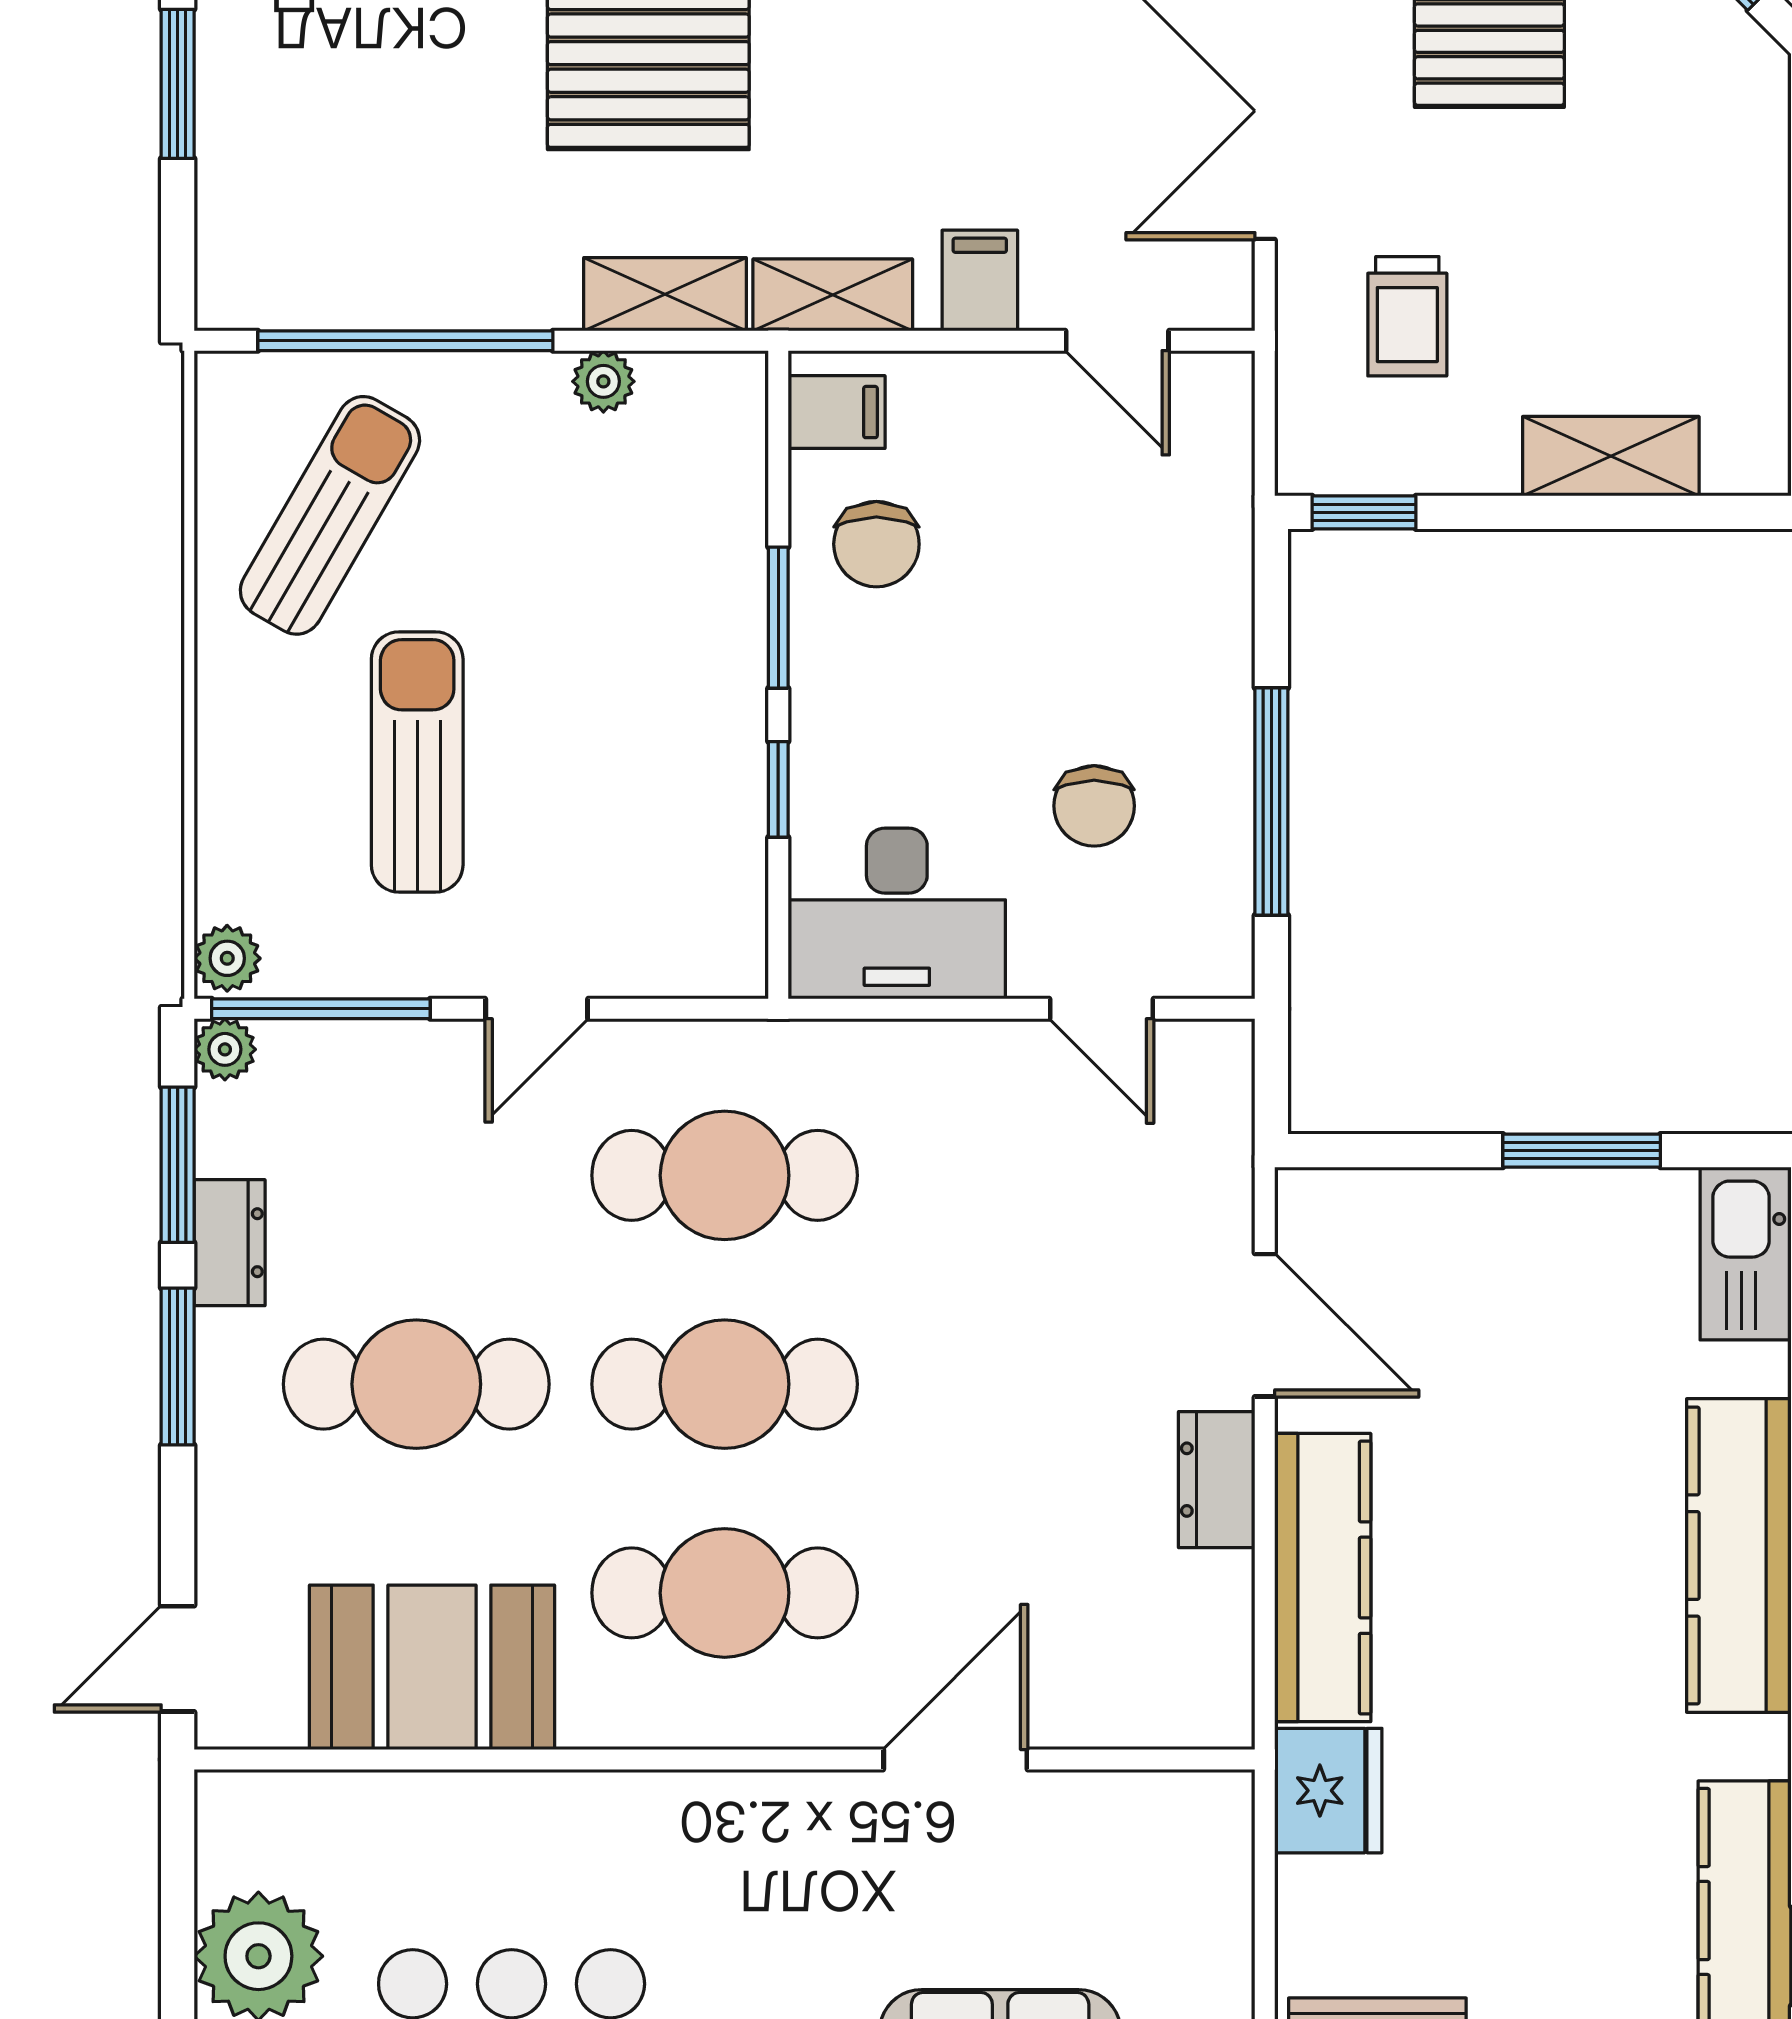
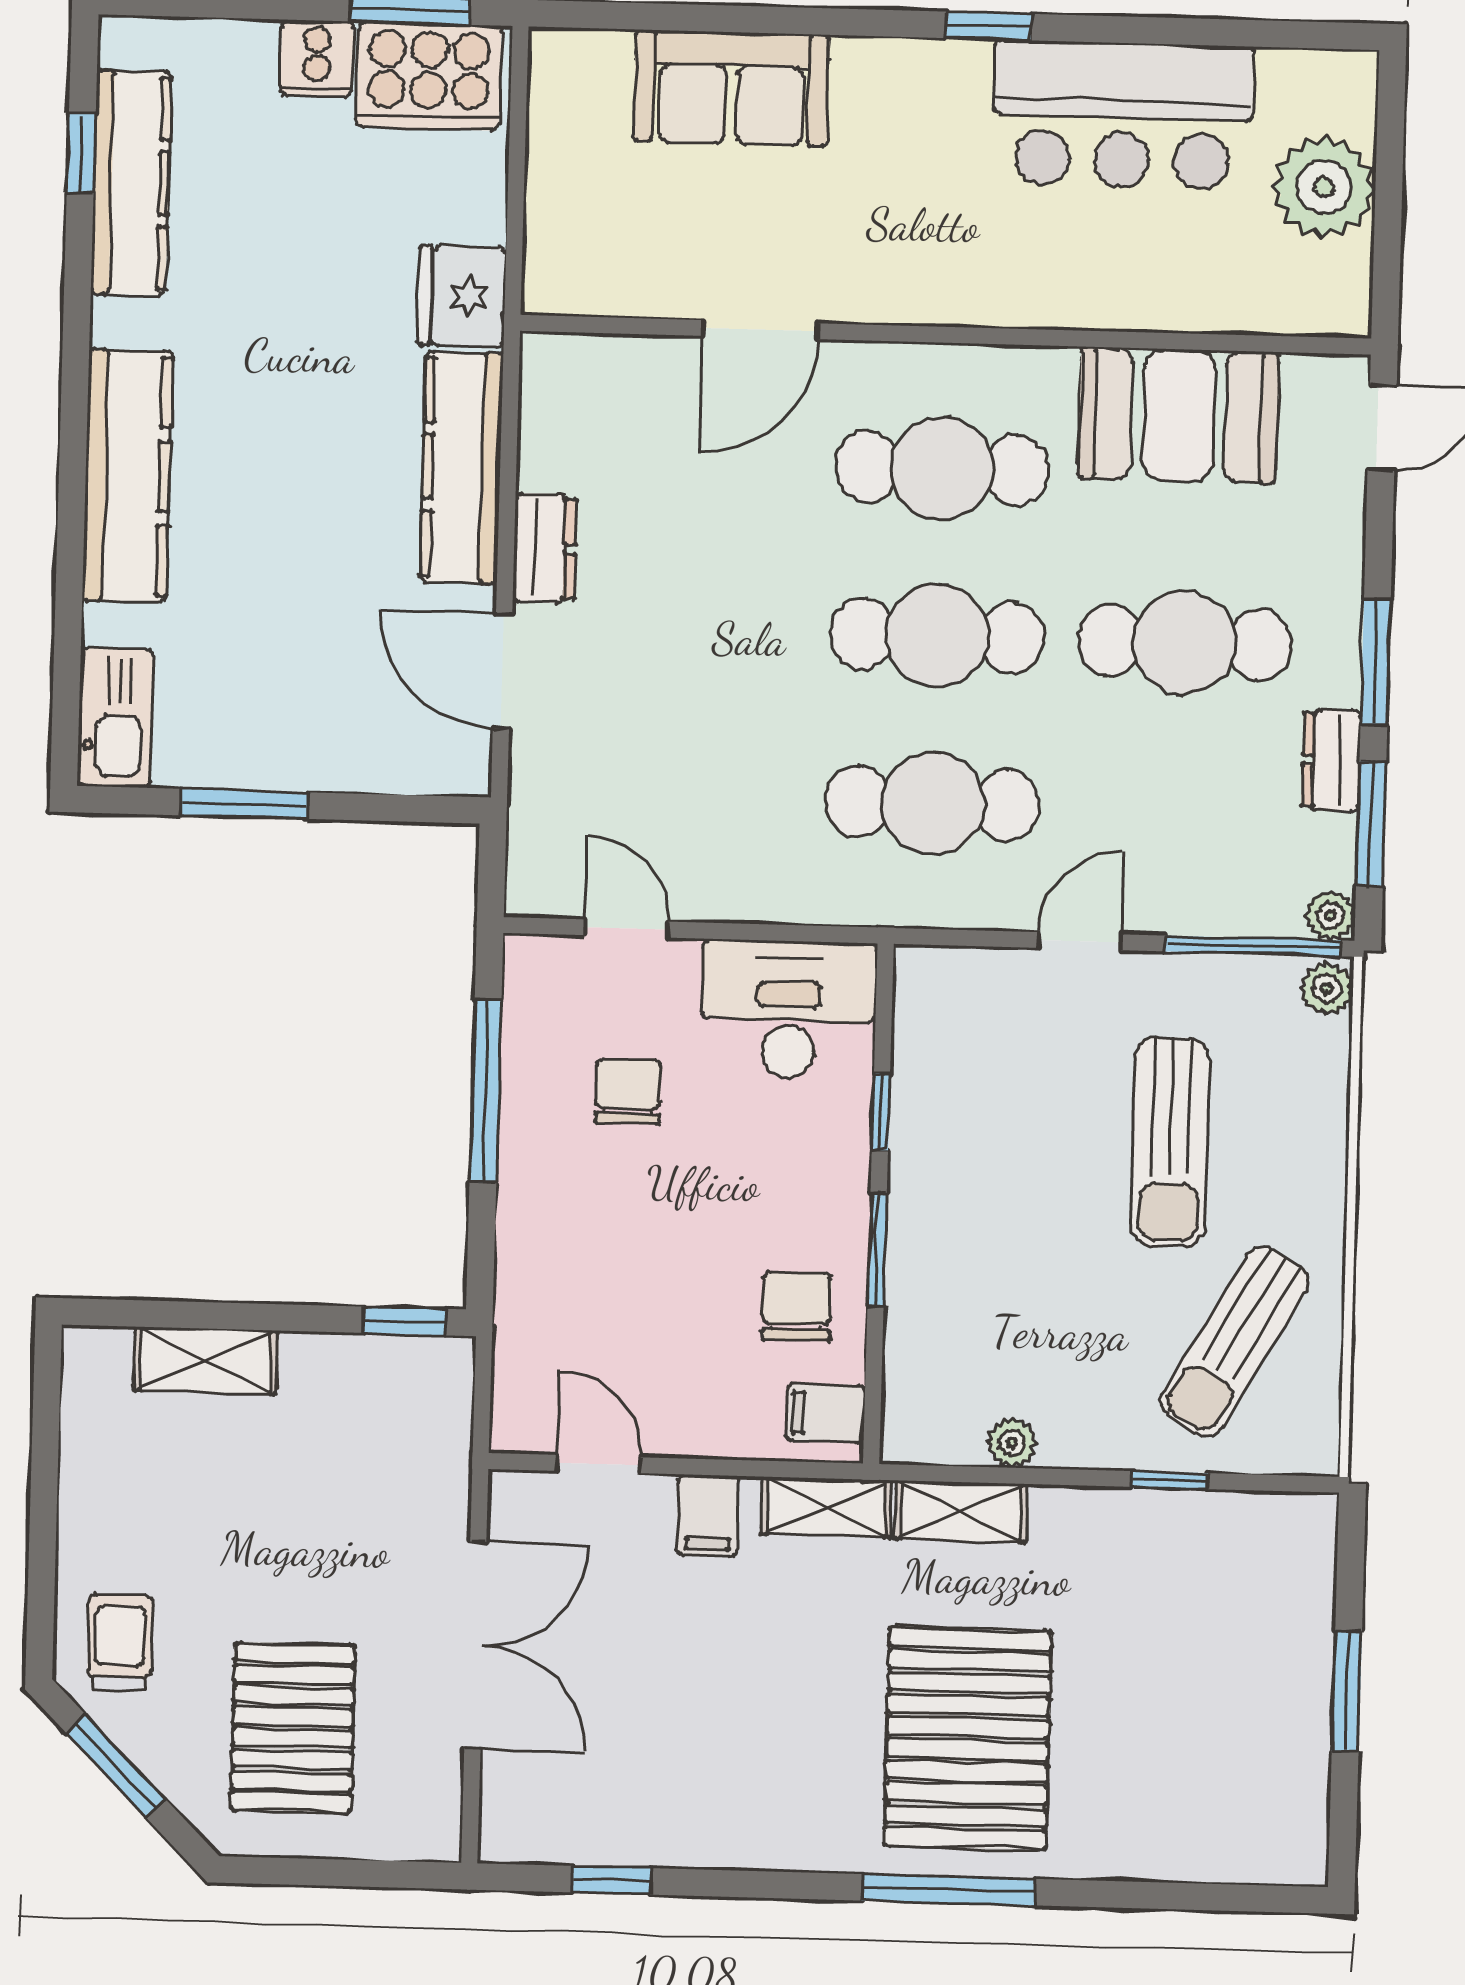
trolley: (1407, 316) -> (120, 1643), moved
window: (405, 341) -> (1170, 1480), width x0.32

